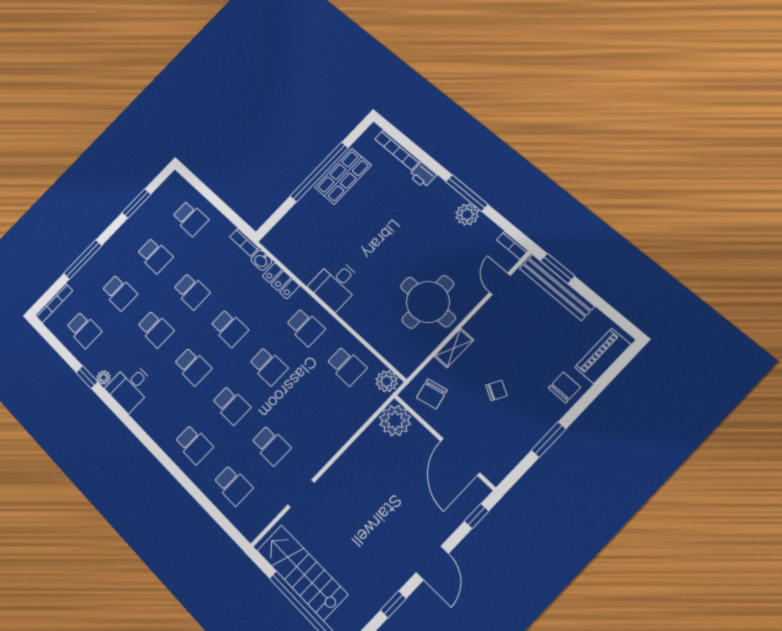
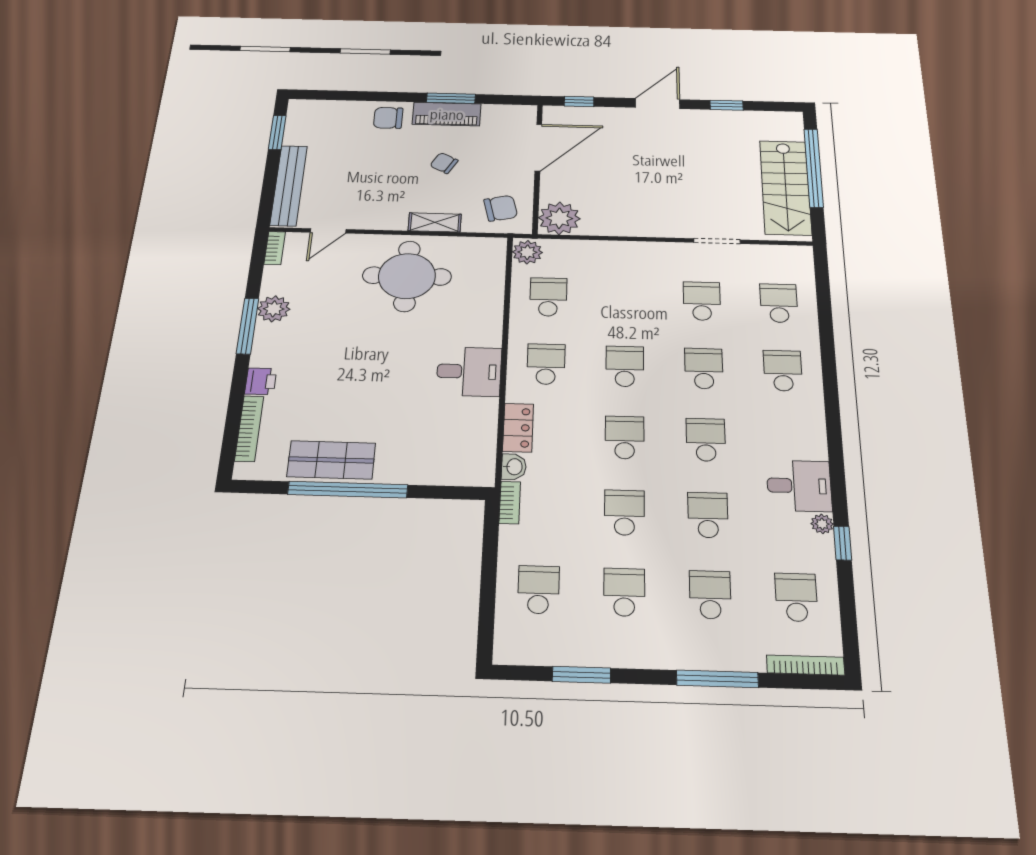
window: (558, 268) -> (277, 132), moved
piano: (603, 356) -> (447, 114), moved

